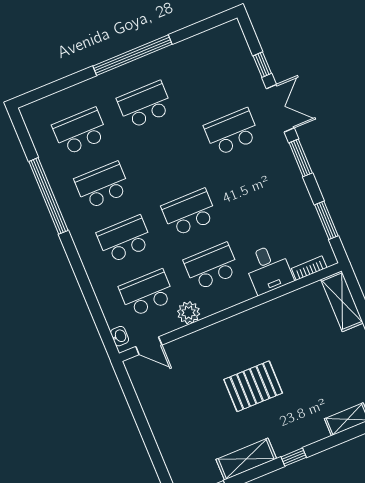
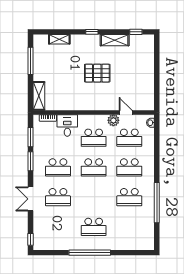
window: (262, 65) -> (30, 239), moved
school desk: (80, 131) -> (58, 167), moved
window: (301, 158) -> (30, 161), moved
door: (149, 346) -> (126, 112), moved

